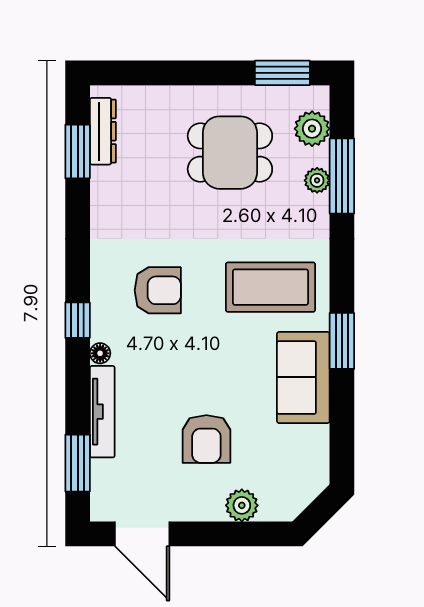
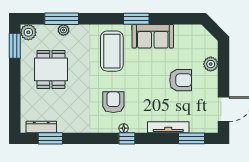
plant: (312, 129) -> (28, 32), moved
floor lamp: (100, 353) -> (124, 128), moved

